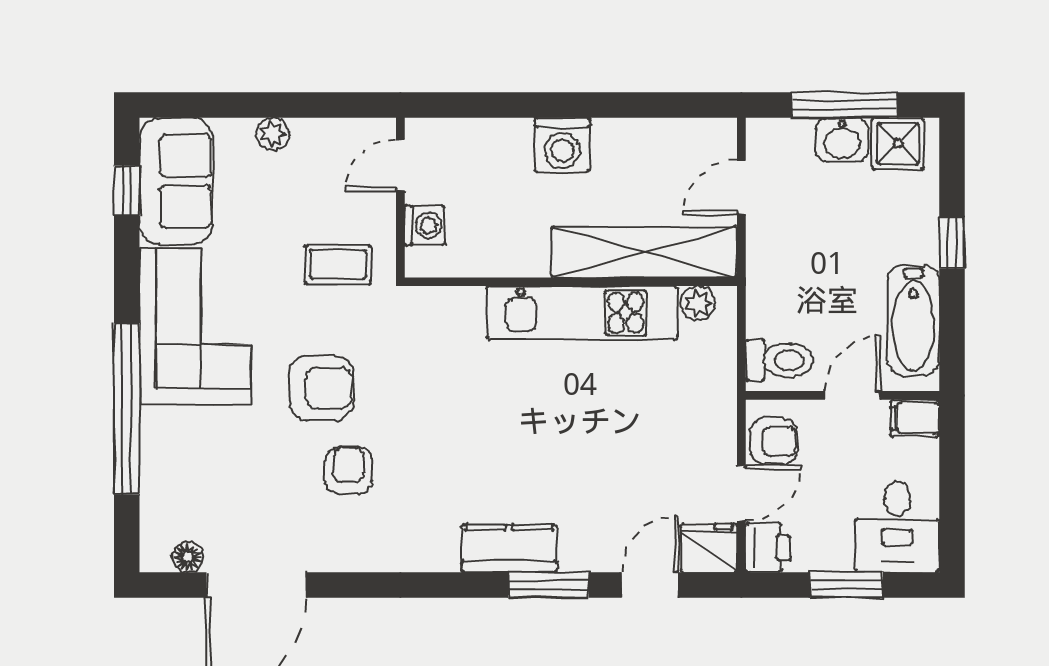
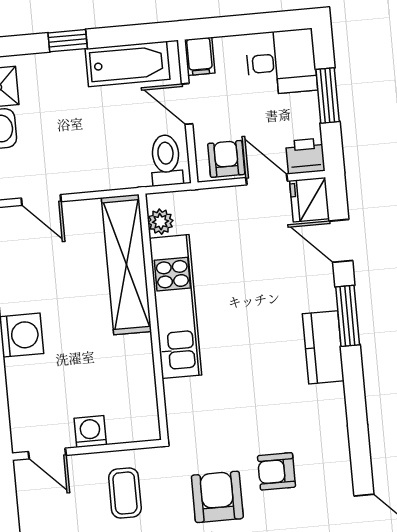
shelving: (644, 252) -> (126, 265), moved
wall: (571, 282) -> (153, 317), moved
plant: (698, 303) -> (160, 222), moved
kitchen unit: (582, 313) -> (175, 307), moved

